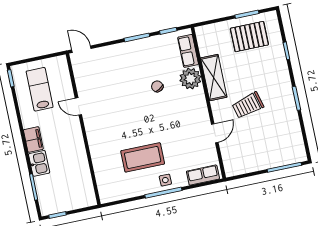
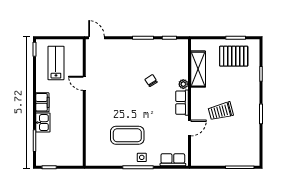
row of seats: (188, 51) -> (182, 103), moved
shelving: (214, 78) -> (198, 69), moved
plant: (190, 79) -> (183, 84), width x0.53, depth x0.53

